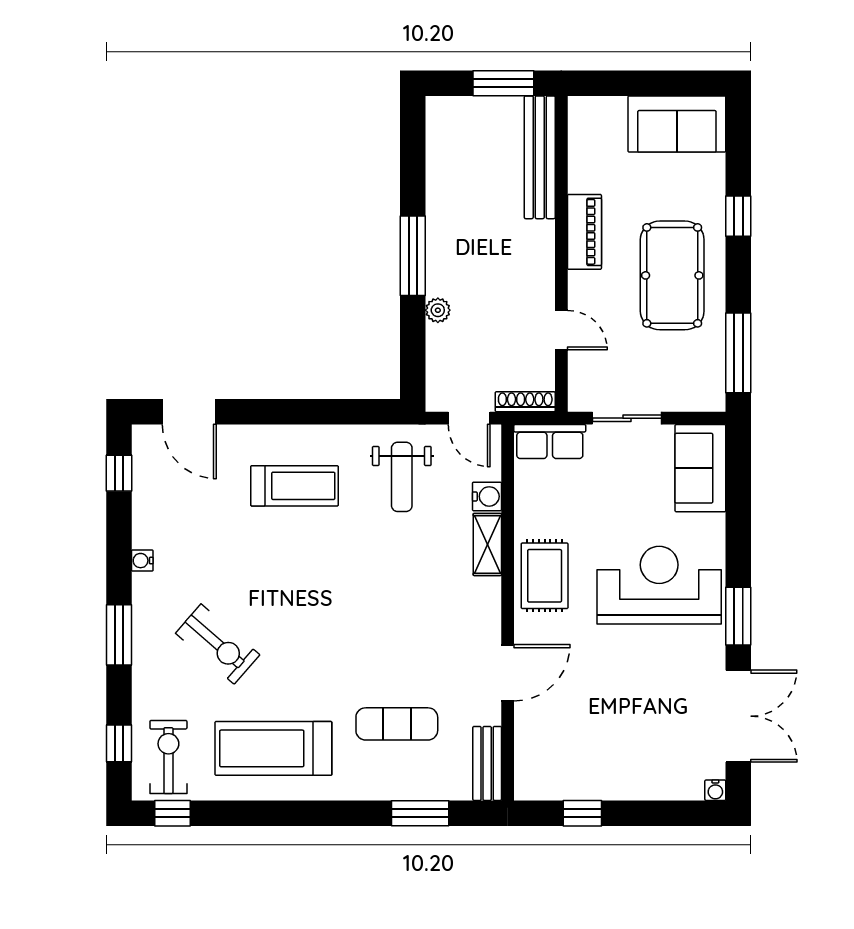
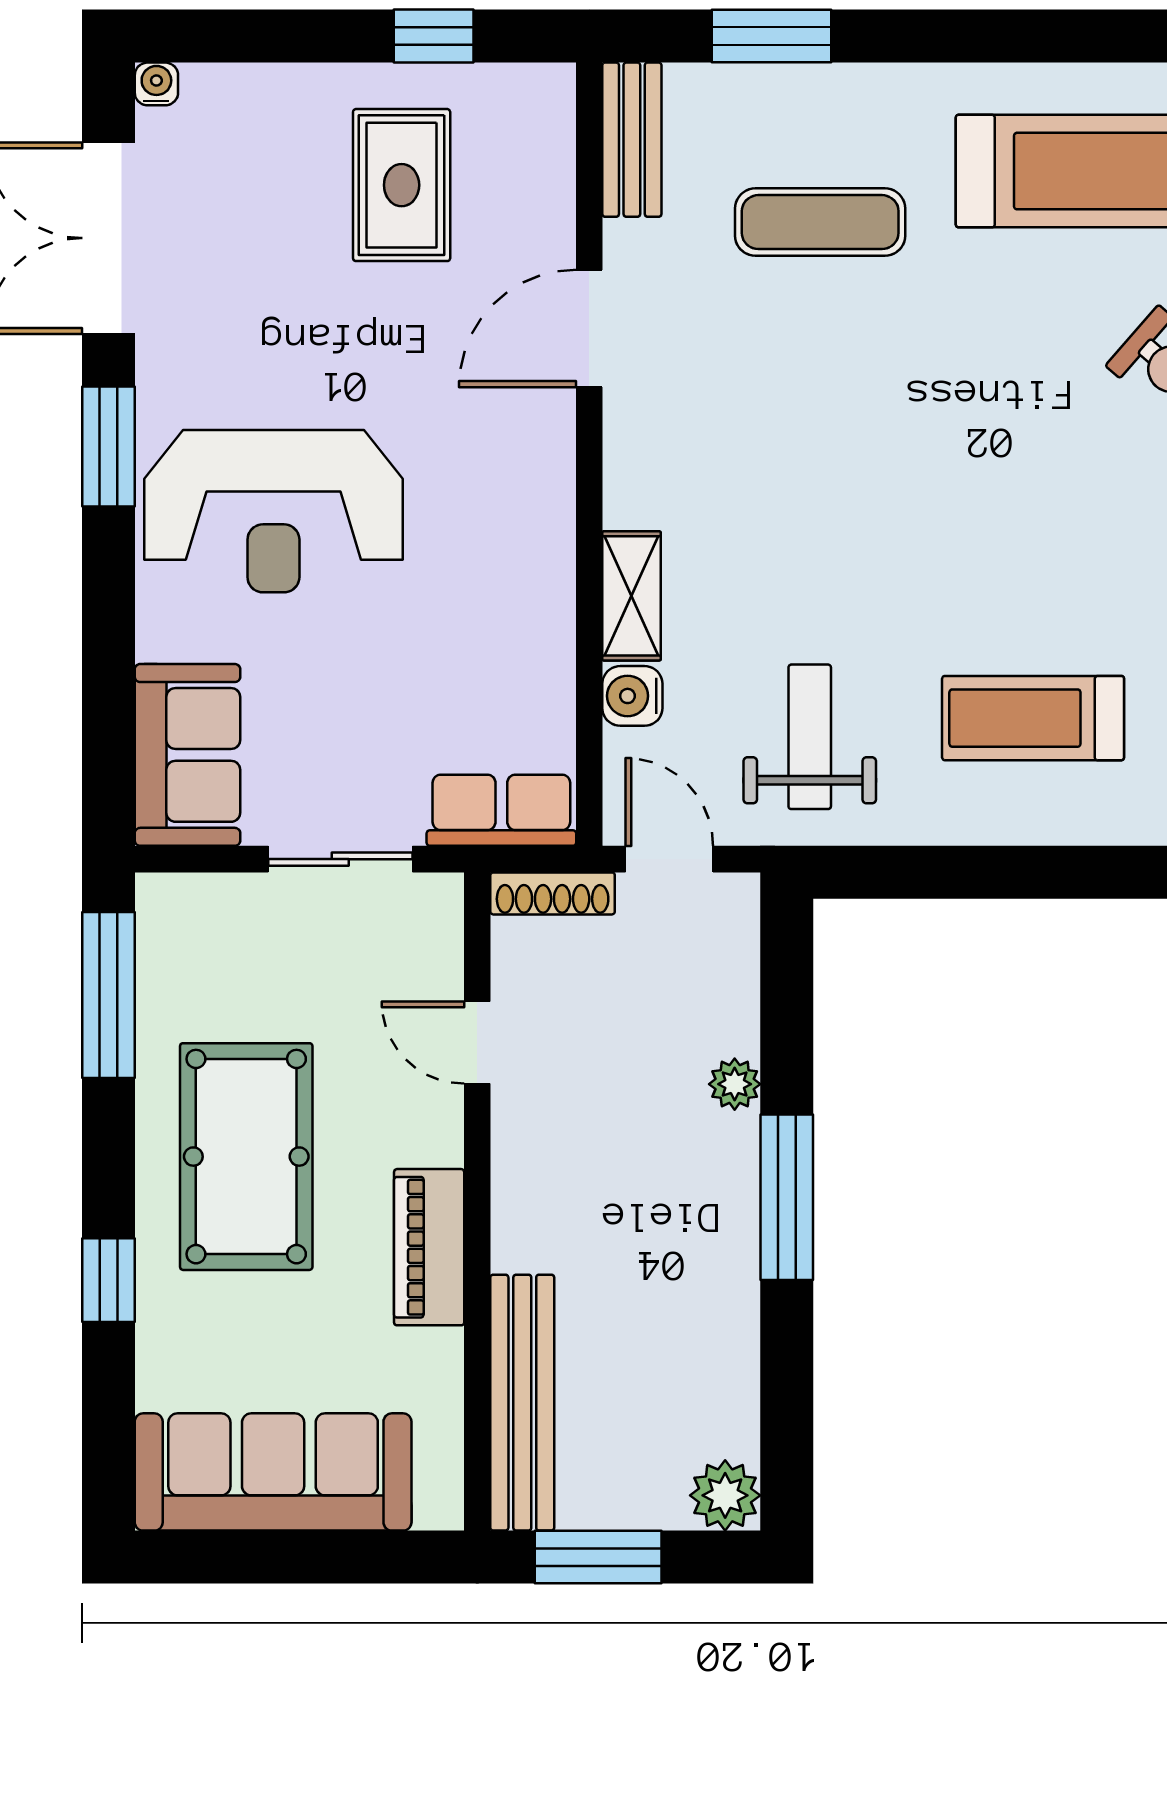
plant: (442, 113) -> (725, 1495), added
sofa: (677, 124) -> (273, 1472), width x1.36
rug: (545, 576) -> (402, 185), moved

